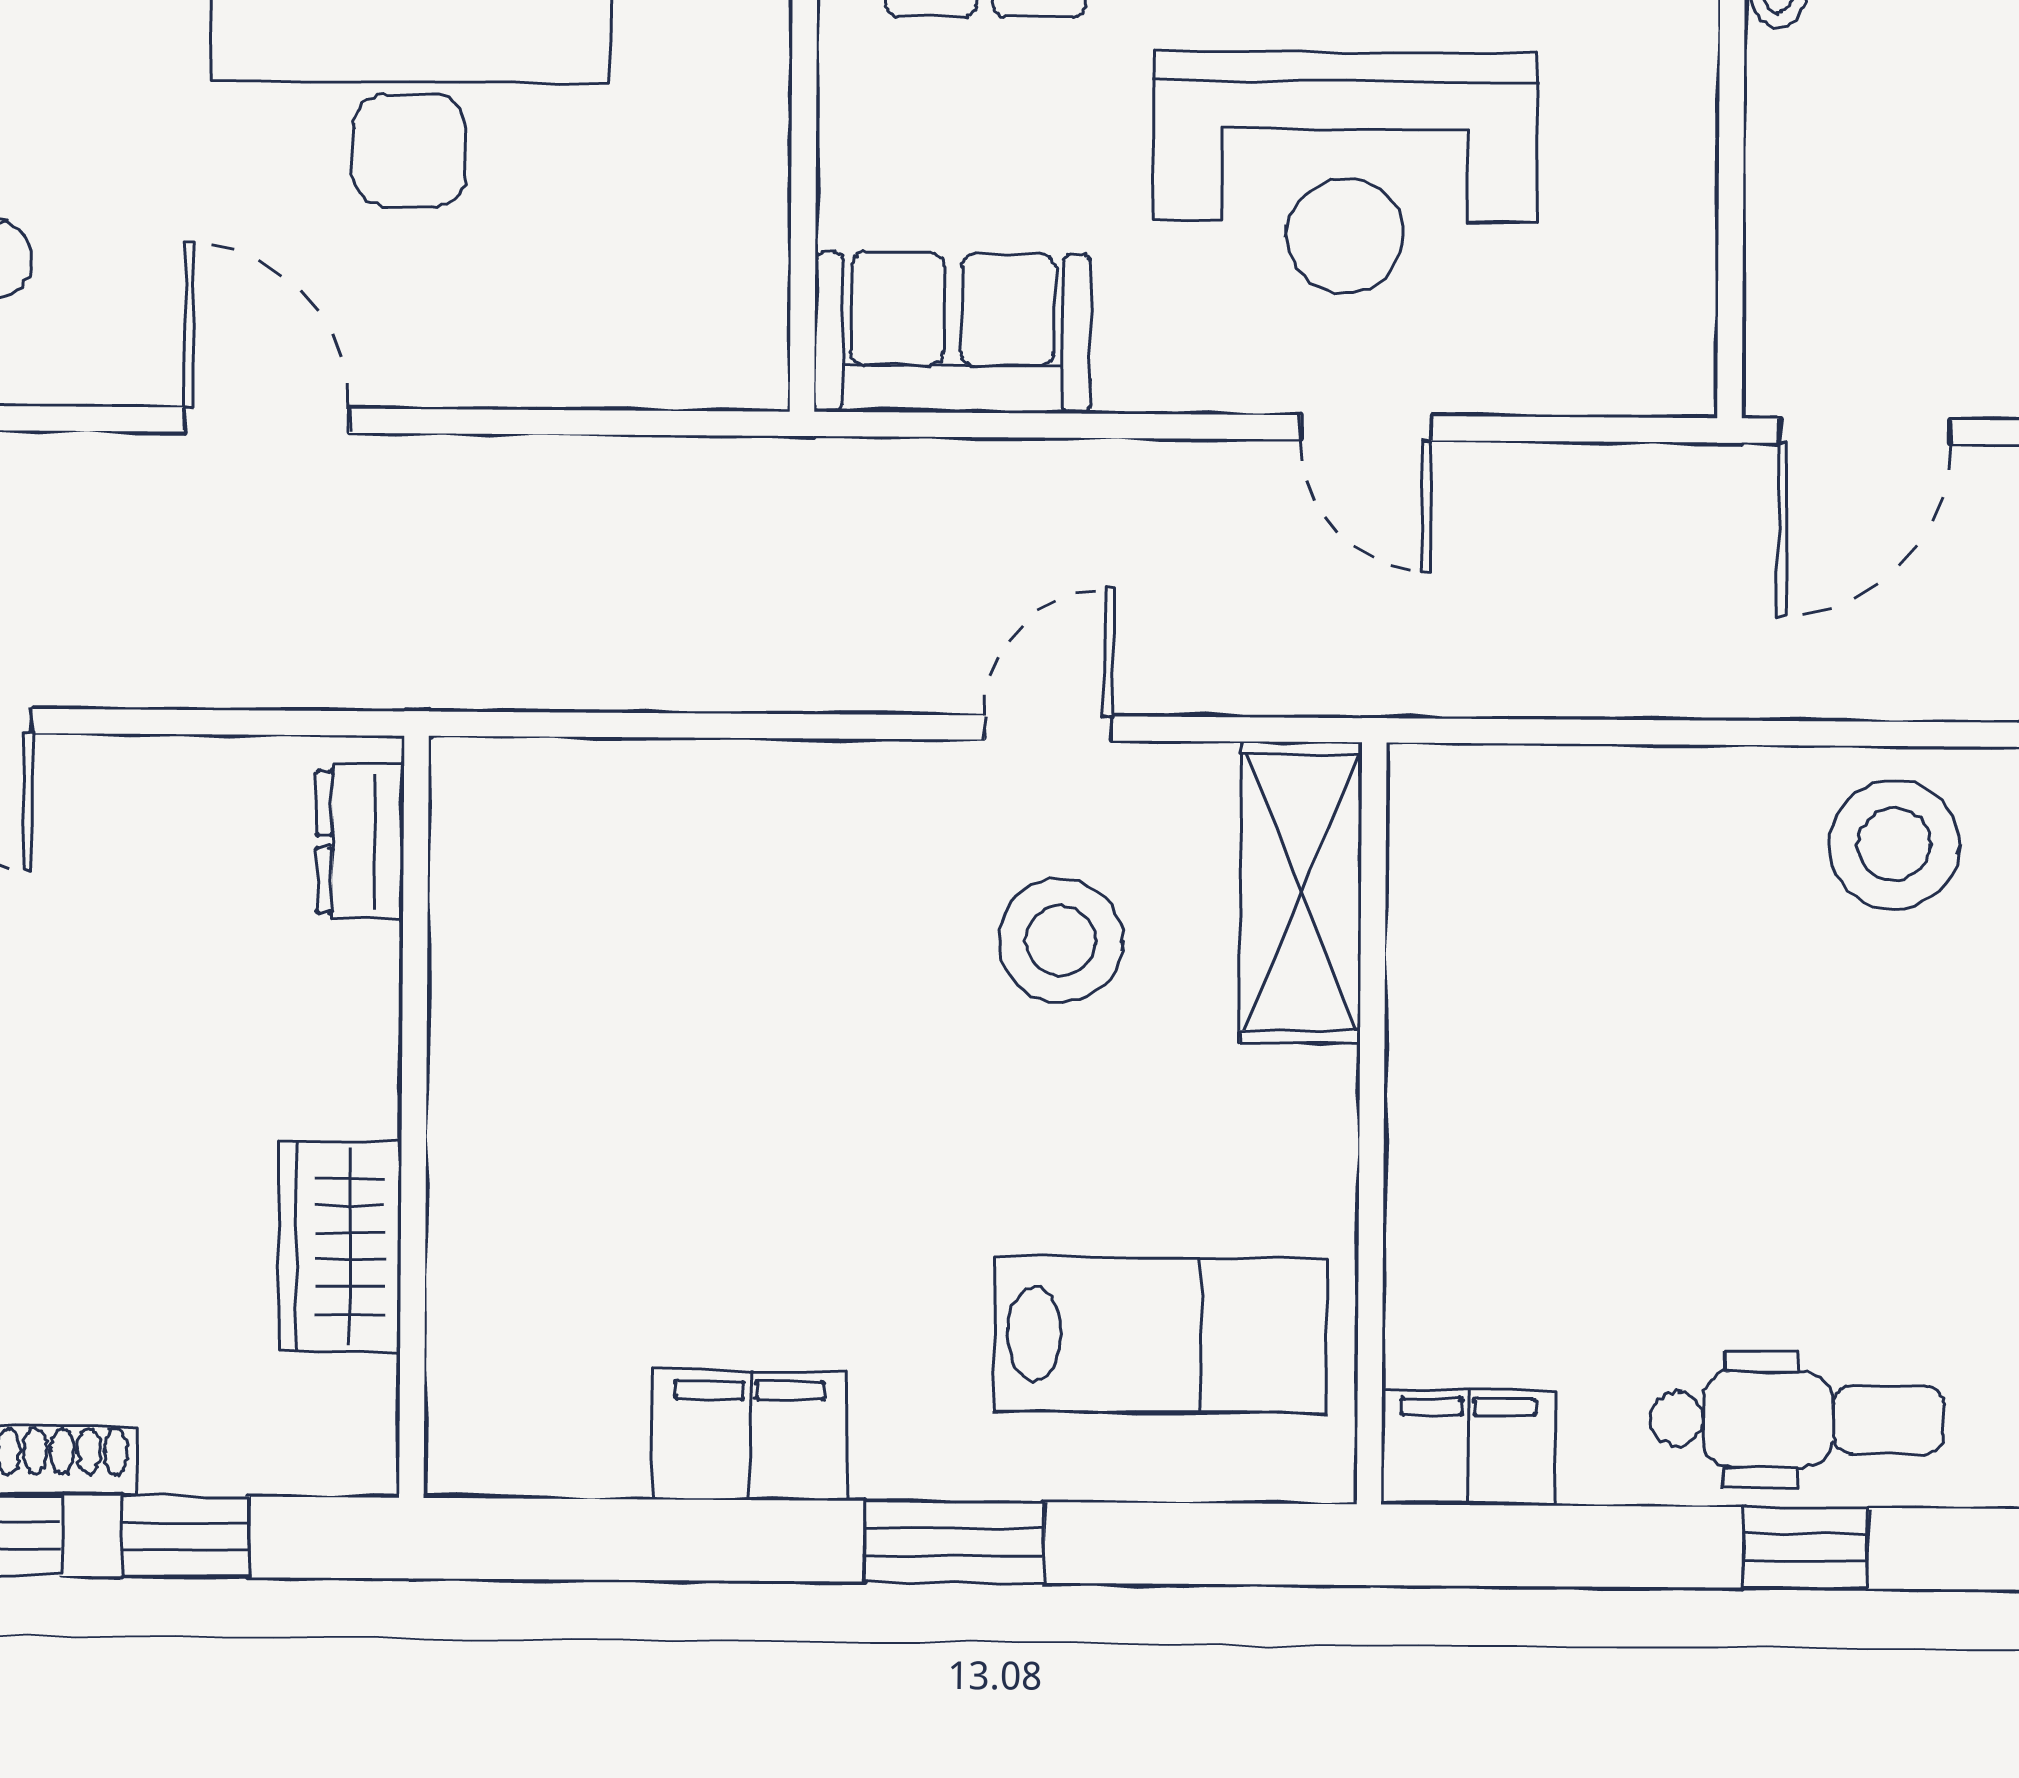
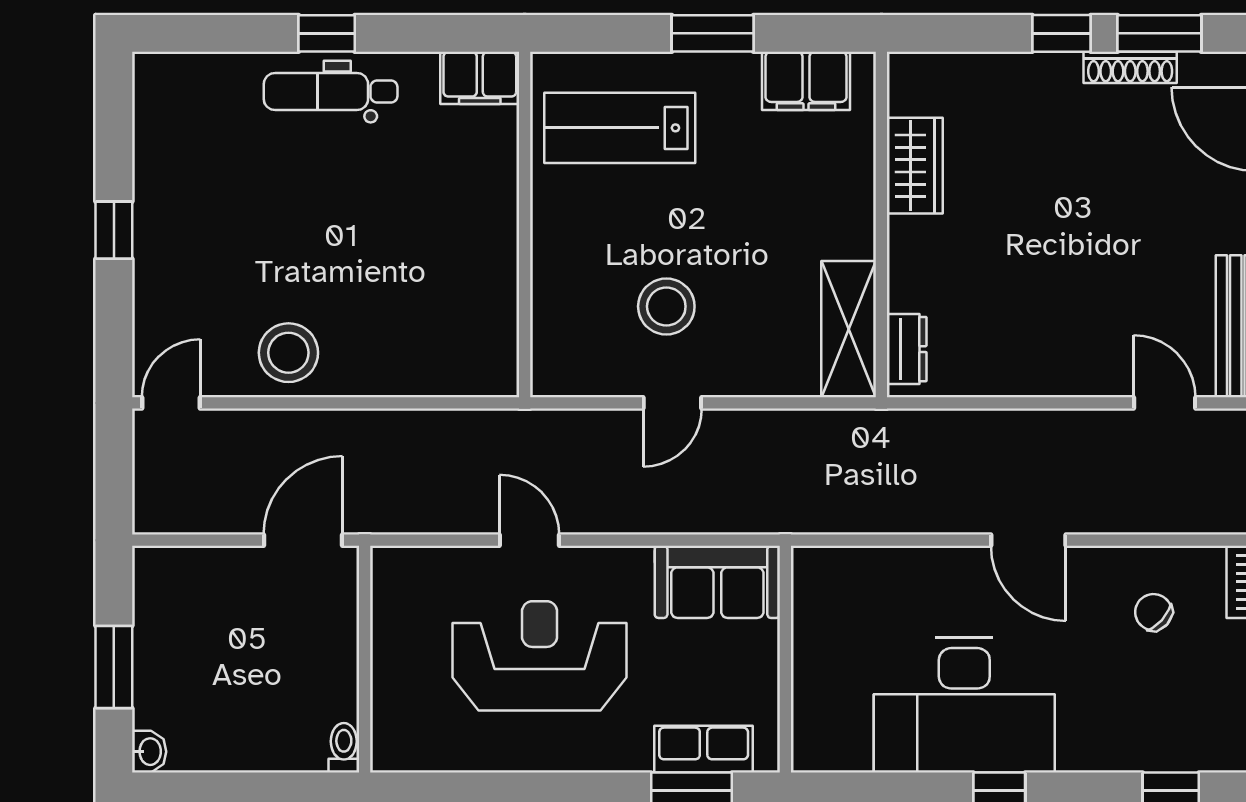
dresser: (360, 842) -> (907, 349), moved
shelving: (1301, 892) -> (849, 329), moved
wall: (414, 1117) -> (881, 225), moved
wardrobe: (340, 1246) -> (915, 166), moved

